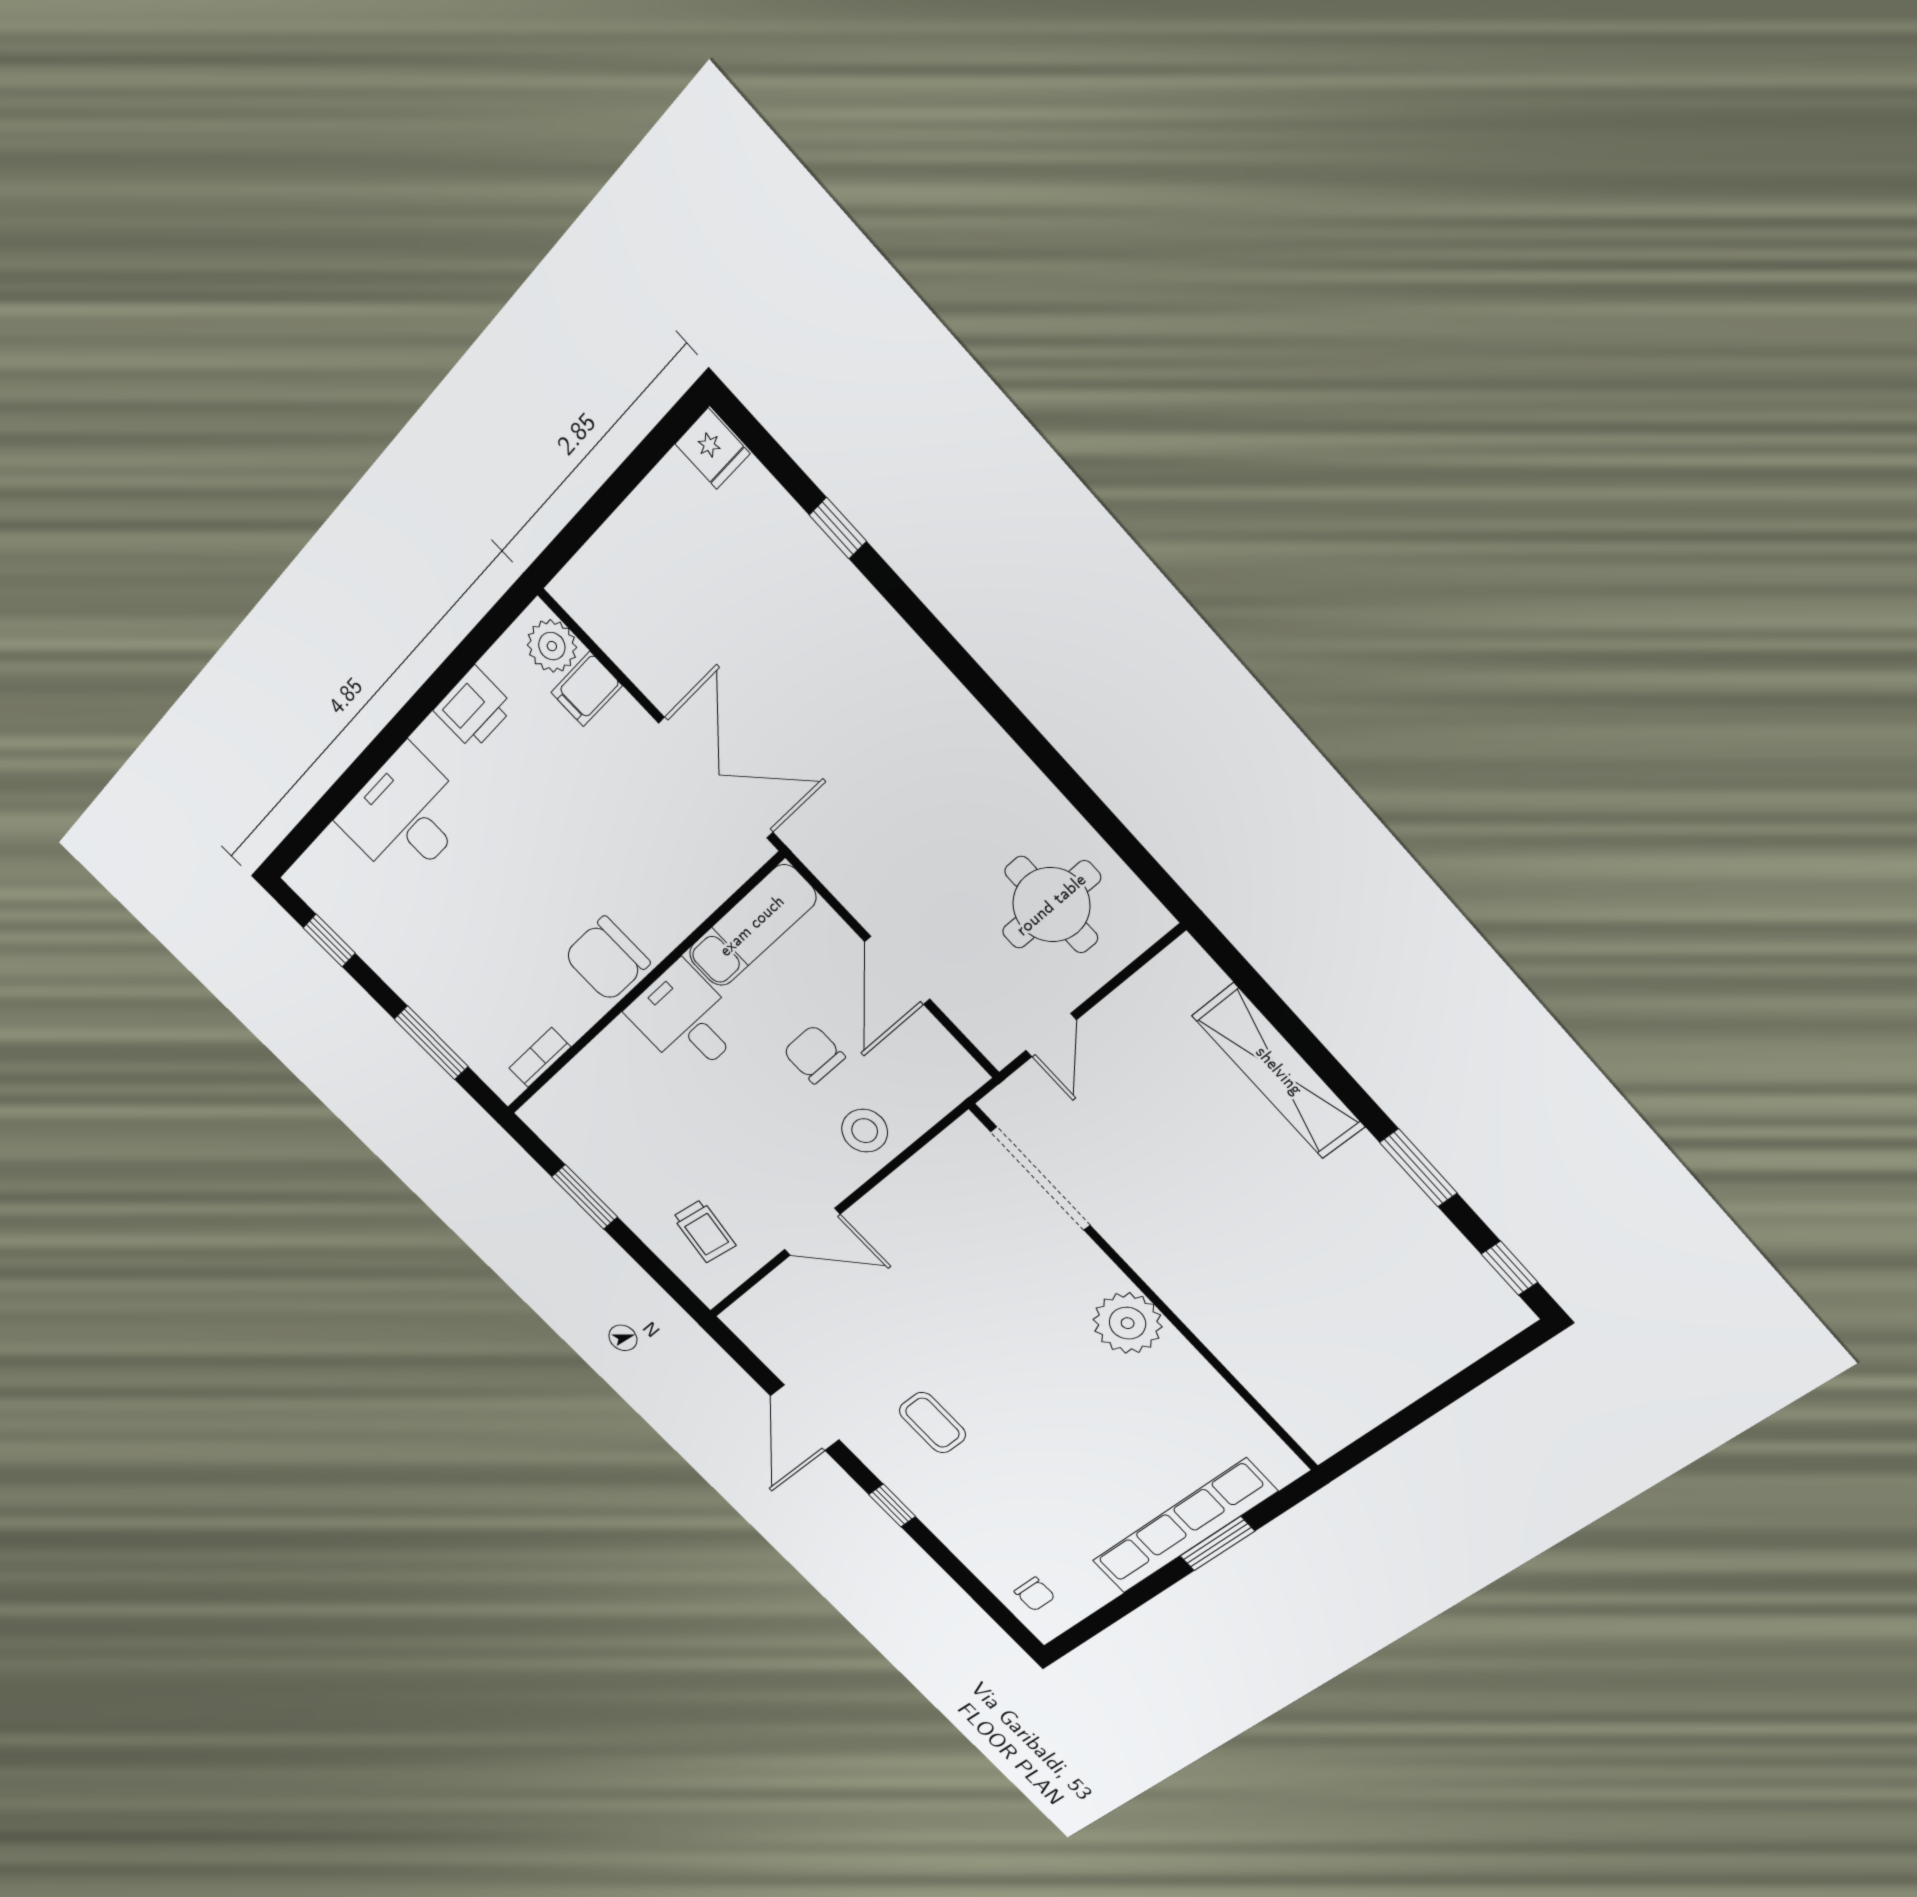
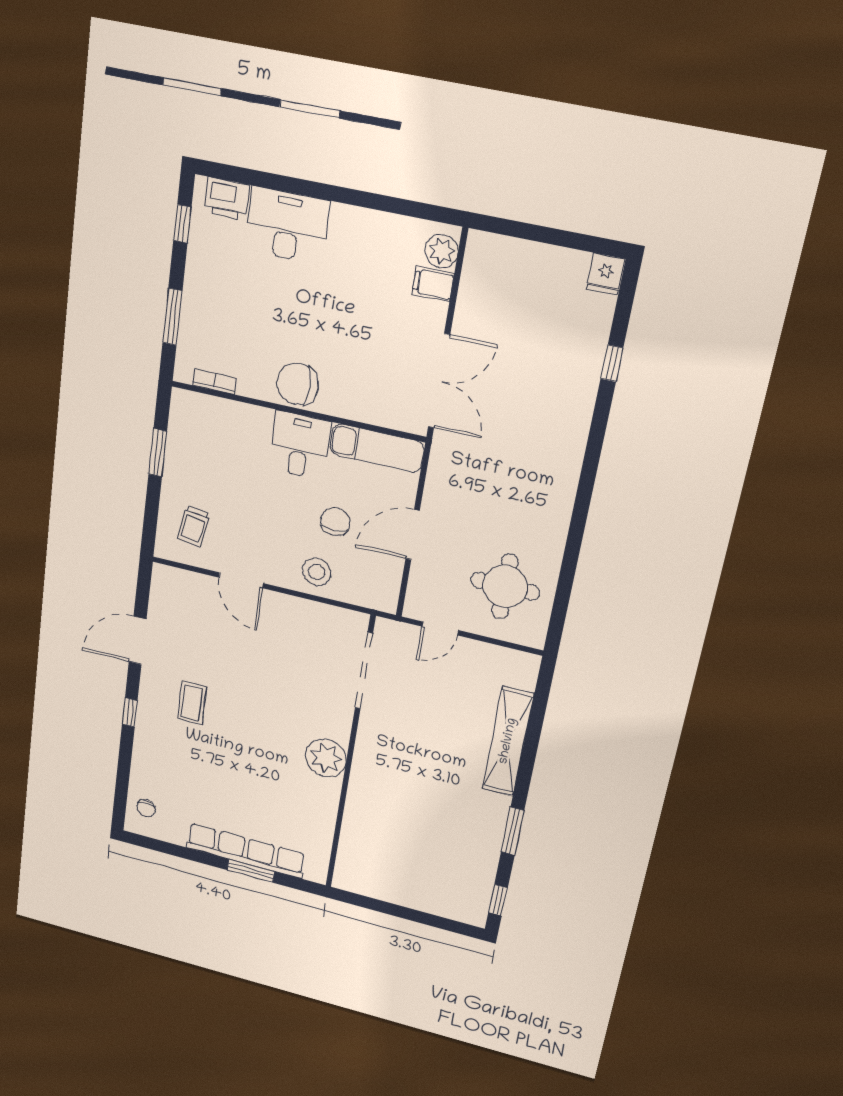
printer: (474, 708) -> (227, 199), moved

